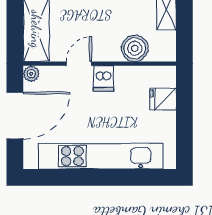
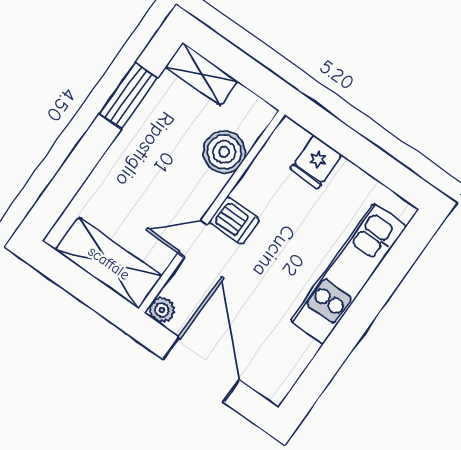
door: (79, 64) -> (193, 239), hinge flipped
kitchen unit: (101, 156) -> (348, 274), width x0.73

